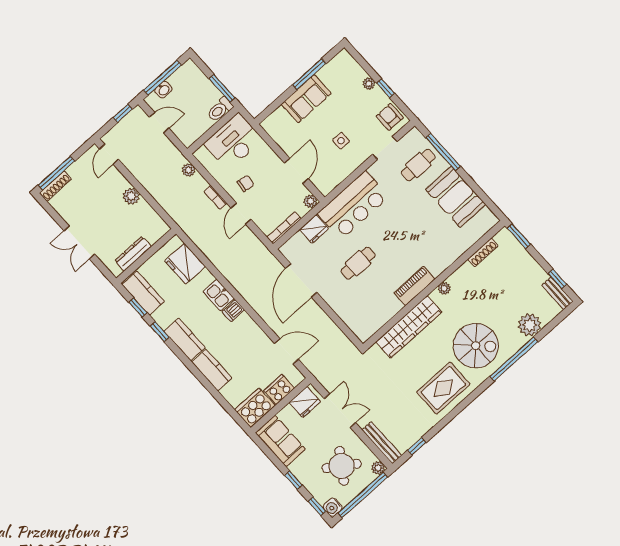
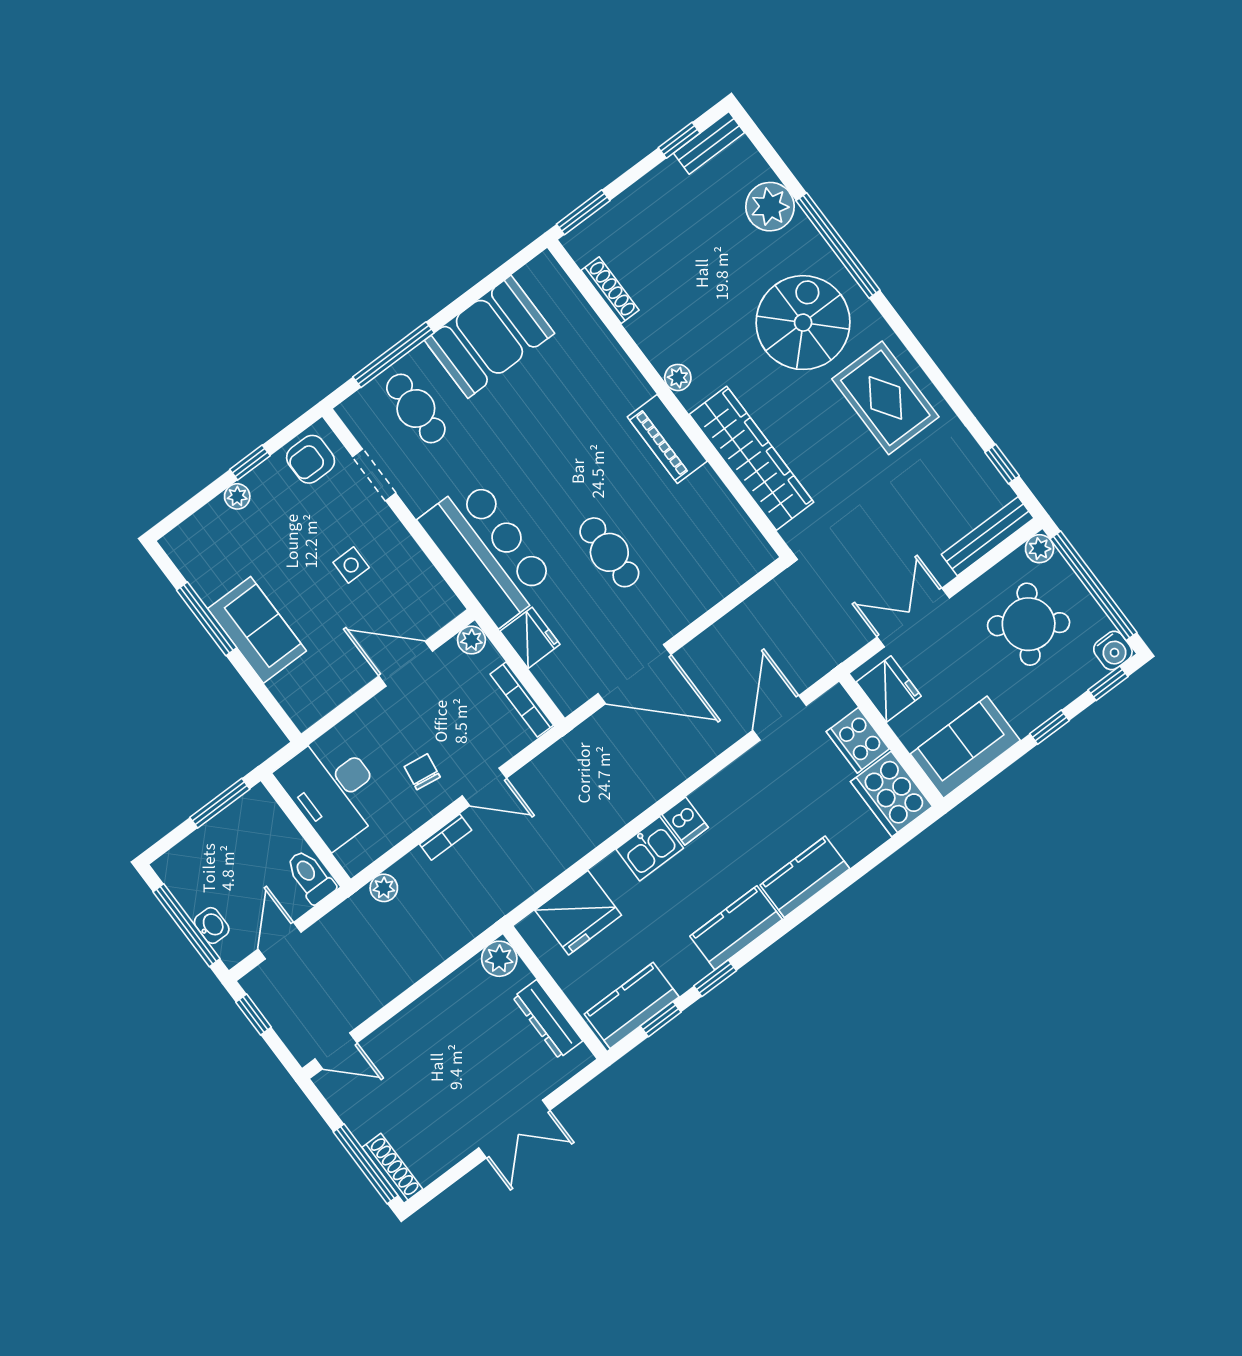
toilet: (220, 109) -> (310, 876), moved, turned 180
plant: (131, 196) -> (499, 959), moved

